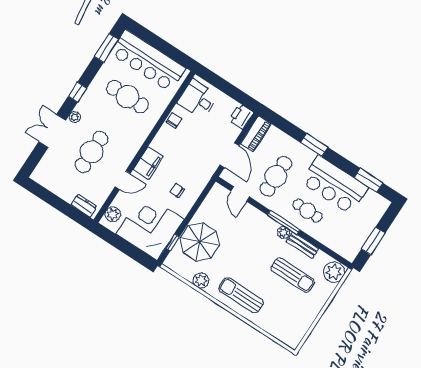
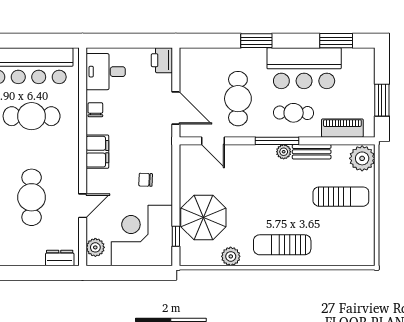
piano: (256, 134) -> (342, 128), moved, turned -90
filing cabinet: (148, 163) -> (97, 152), moved
sun lounger: (293, 275) -> (341, 197), moved

